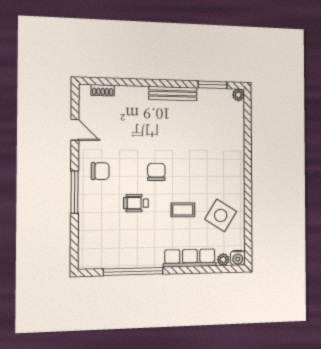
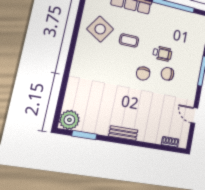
bench: (173, 94) -> (123, 133), width x0.73
plant: (238, 95) -> (69, 120), width x1.88, depth x1.88
chair: (100, 171) -> (167, 74), moved

